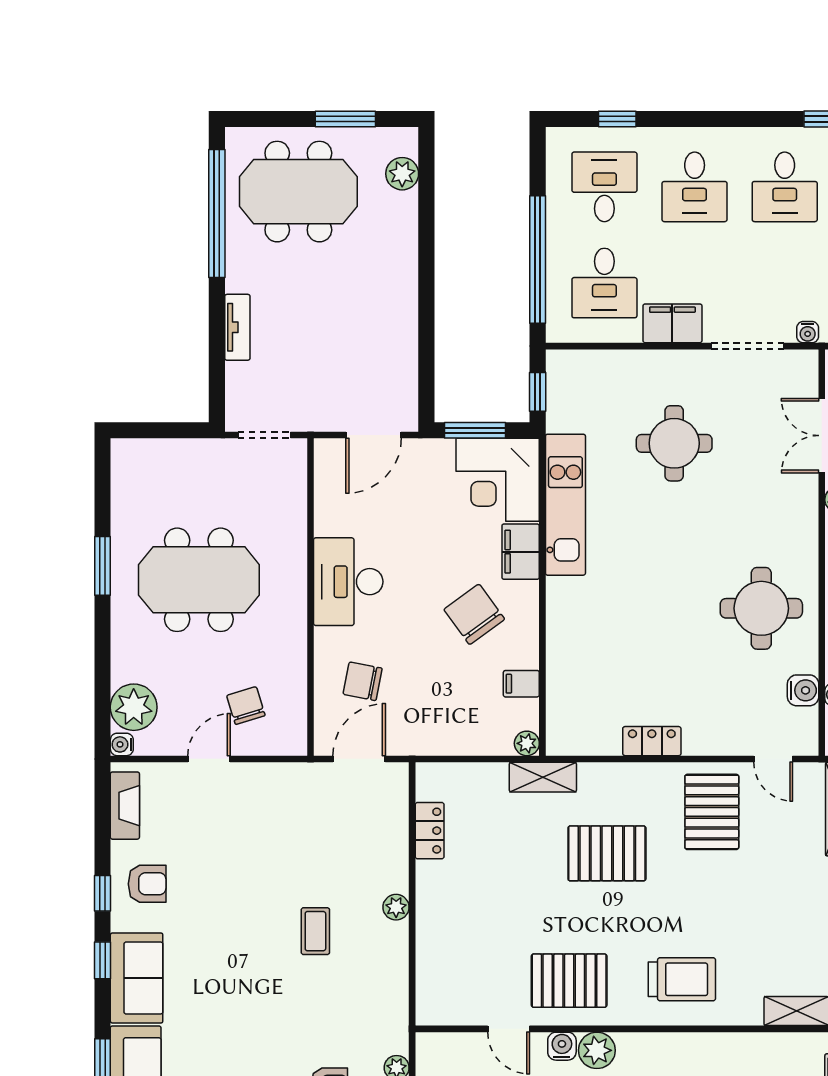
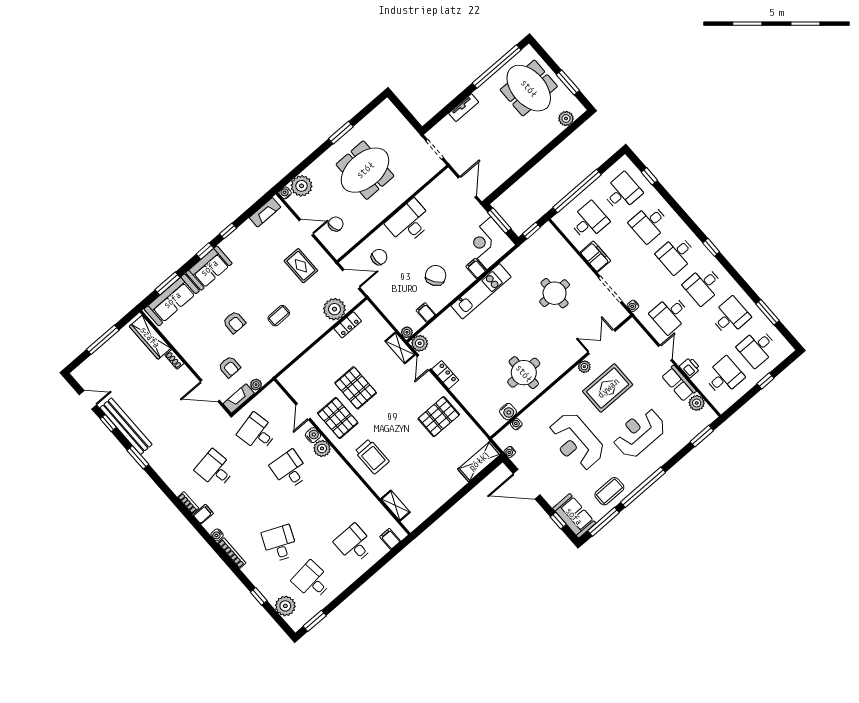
desk: (604, 283) -> (589, 221), turned 180
door: (374, 435) -> (467, 187), swing flipped
kitchen unit: (565, 505) -> (481, 291), moved
filing cabinet: (521, 552) -> (476, 268), width x0.50
meeting table: (199, 580) -> (365, 170), turned 90
chair: (363, 681) -> (379, 257), turned 79
plant: (563, 738) -> (420, 343), added
door: (773, 759) -> (424, 363), moved
rug: (265, 823) -> (301, 266), added
pallet: (607, 853) -> (356, 388), moved
armchair: (147, 884) -> (234, 322), moved
plant: (396, 907) -> (334, 309), moved, width x1.87, depth x1.87

